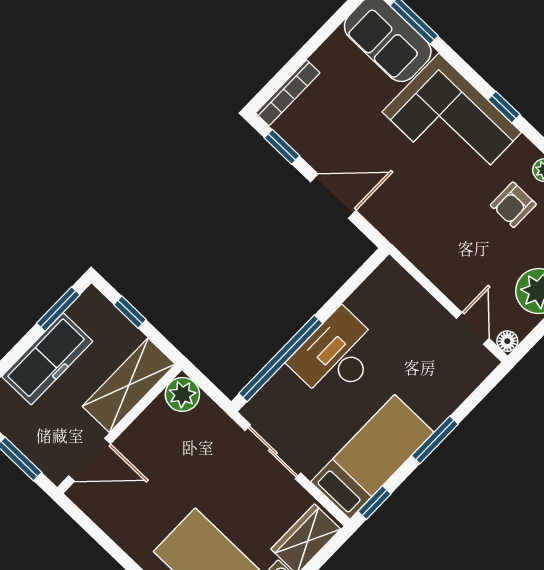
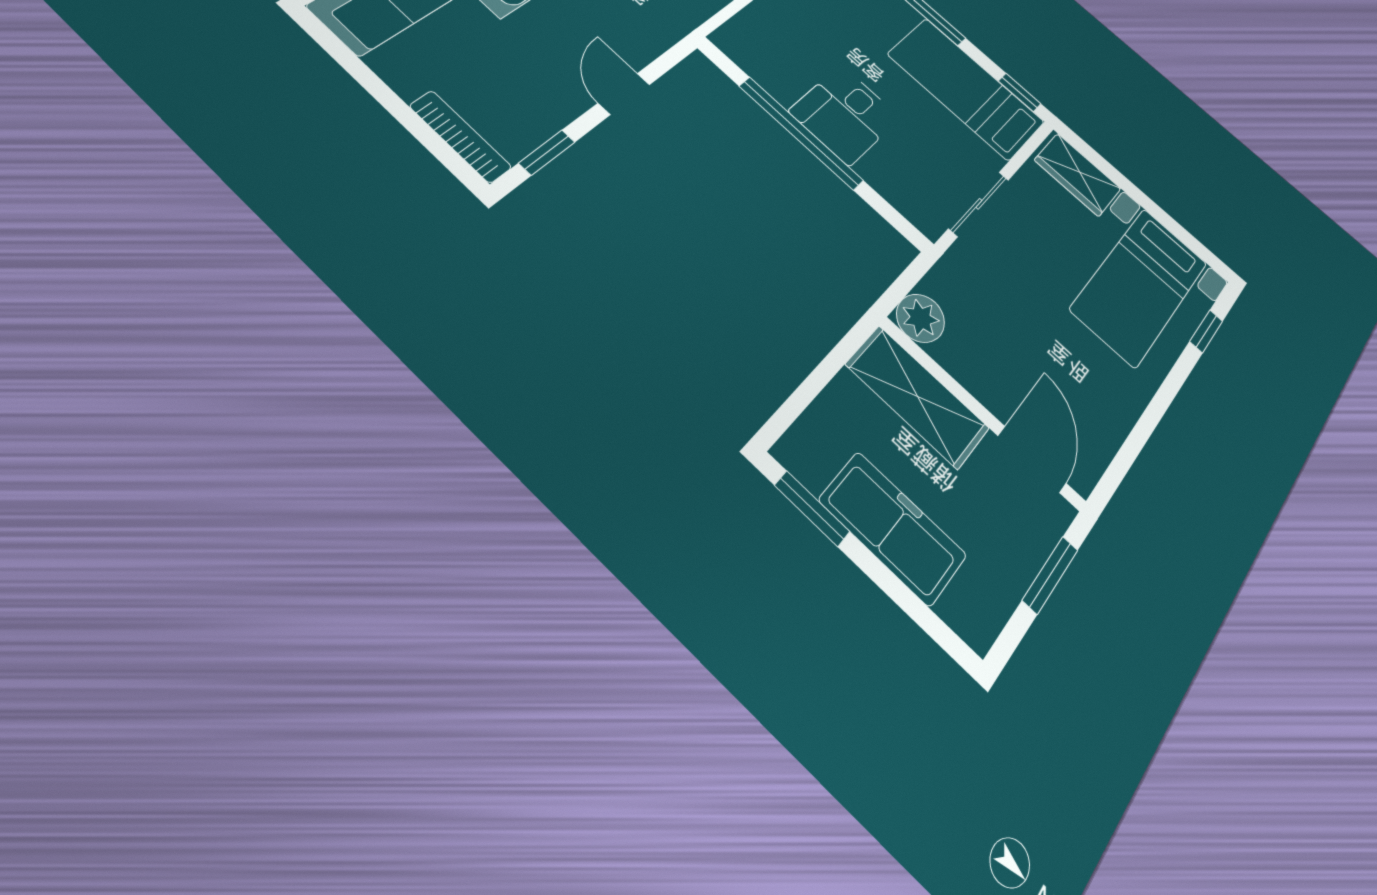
door: (333, 196) -> (624, 94), width x0.73
window: (130, 312) -> (808, 391), removed
desk: (336, 356) -> (845, 114), width x0.73
window: (281, 358) -> (801, 133), moved

